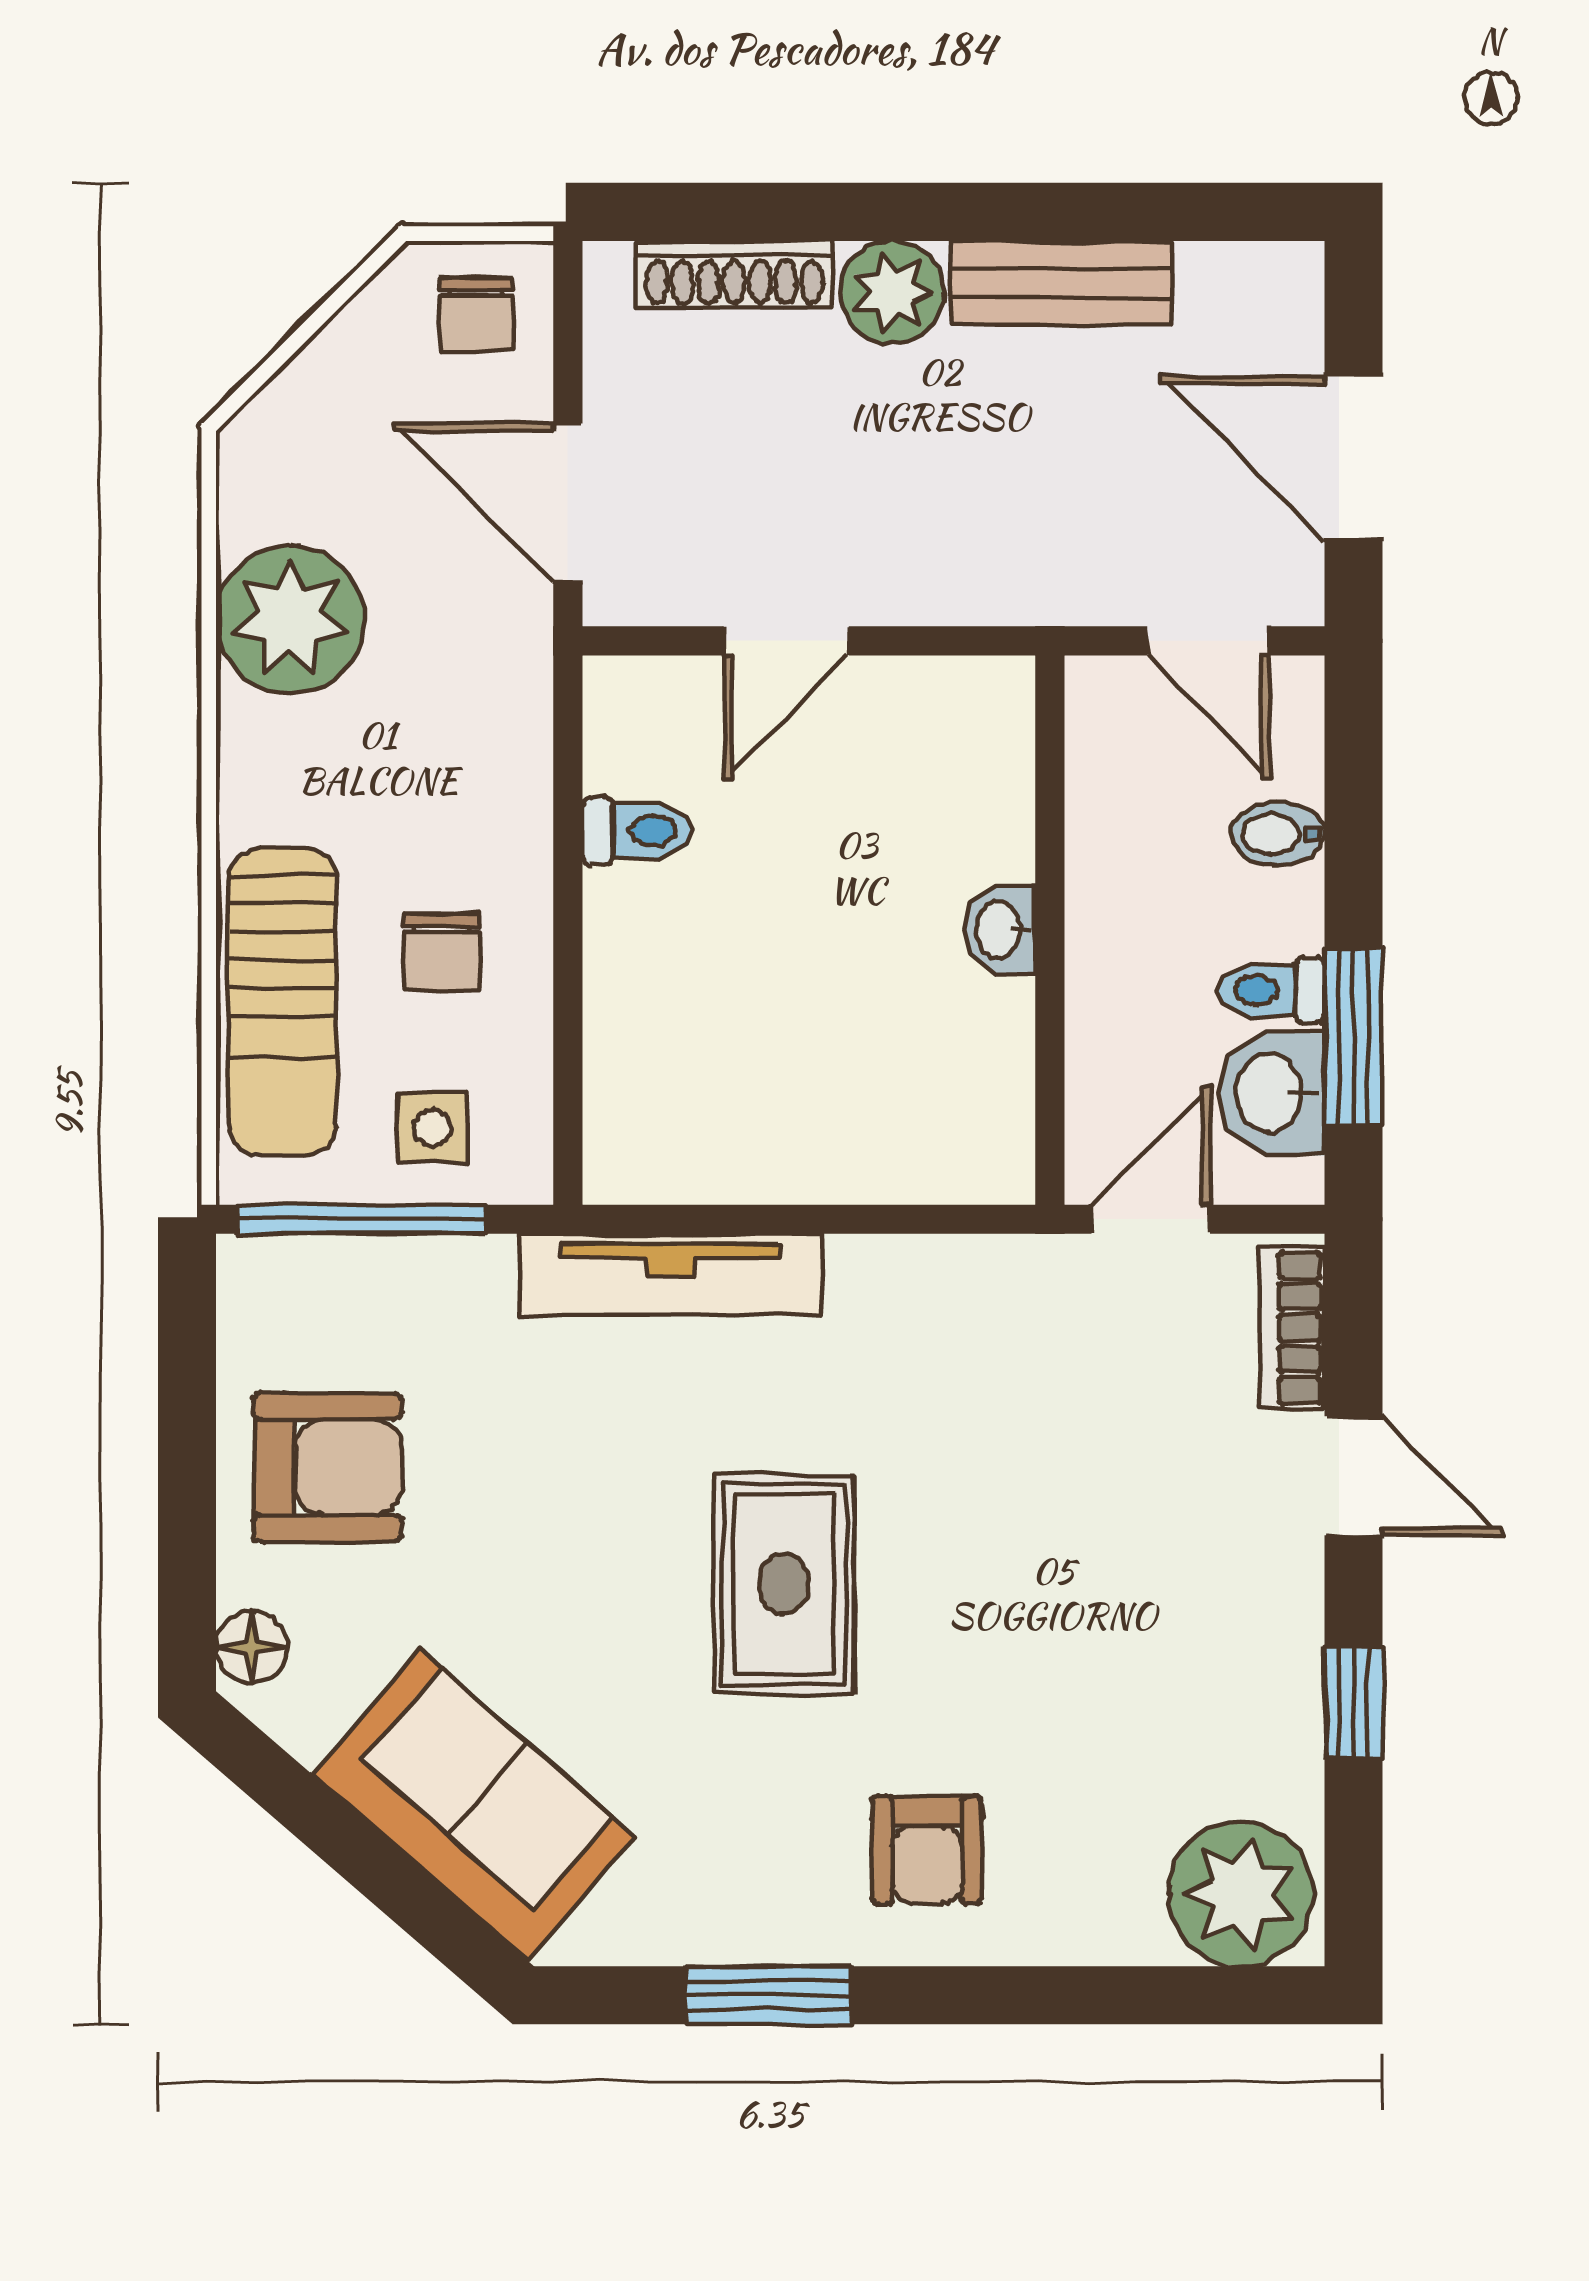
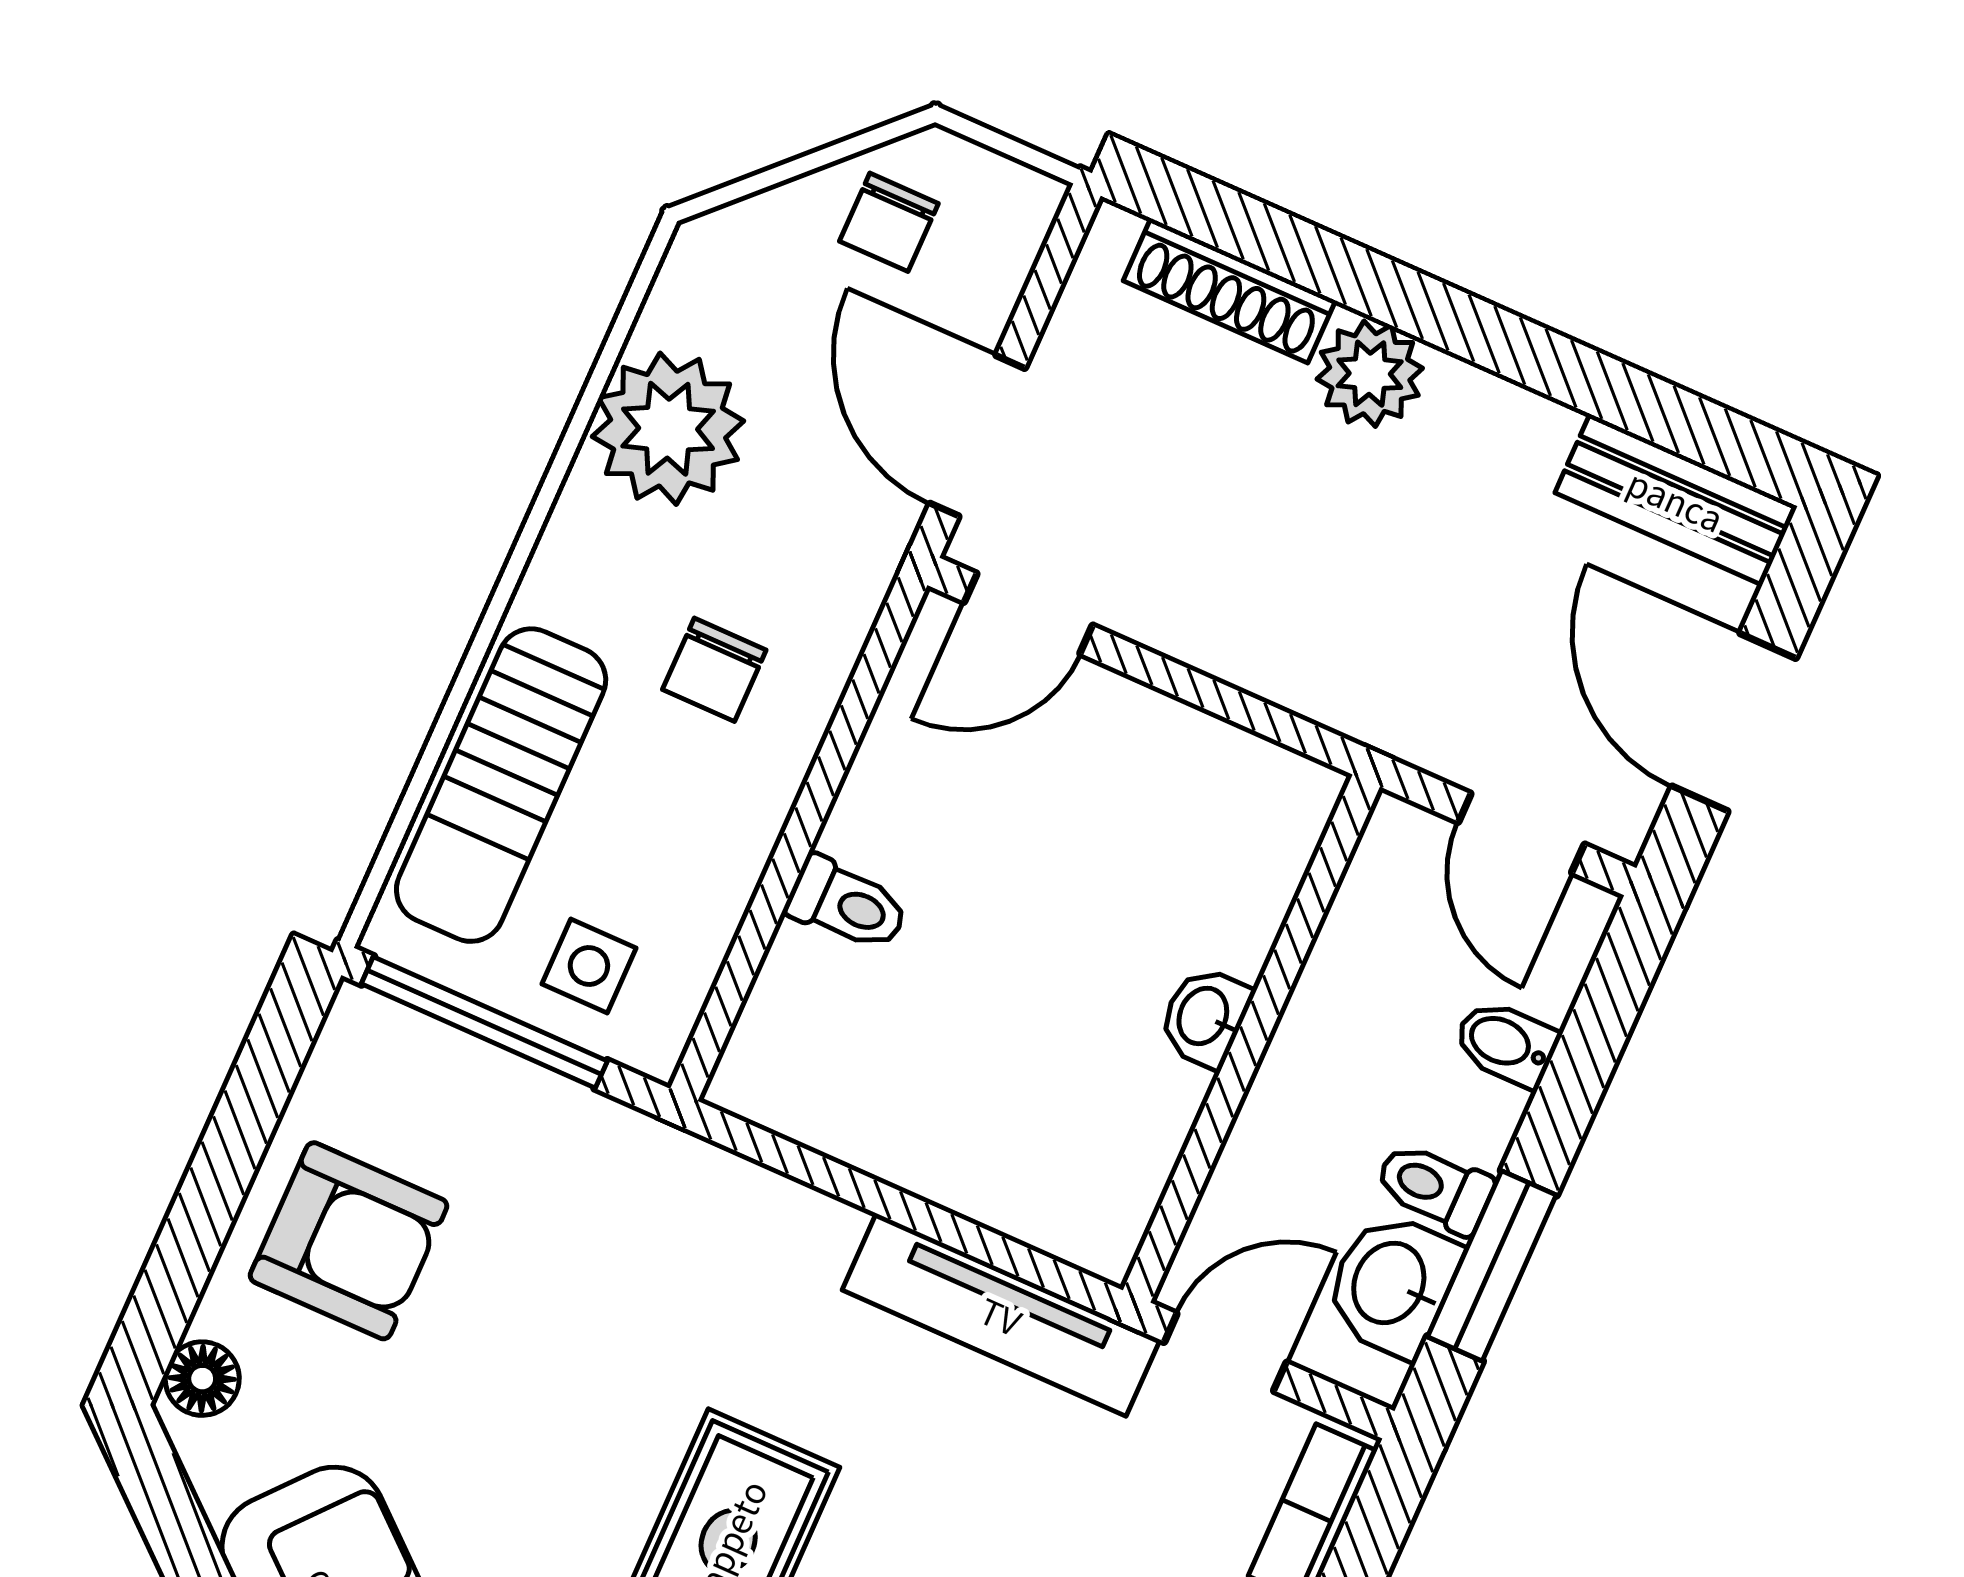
bench: (1062, 283) -> (1676, 499), moved
chair: (476, 314) -> (889, 222), moved
door: (786, 641) -> (1028, 614), moved
toilet: (637, 831) -> (847, 904), moved
chair: (442, 952) -> (714, 670), moved
tv unit: (671, 1275) -> (1001, 1315), moved

